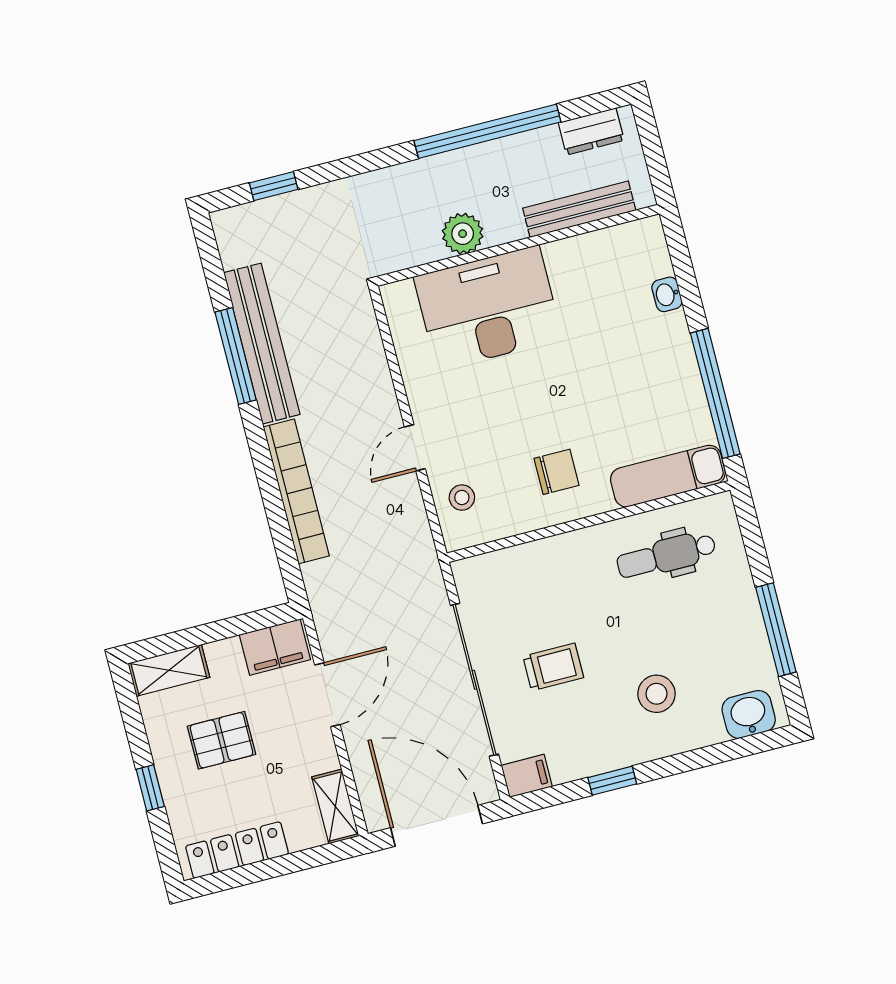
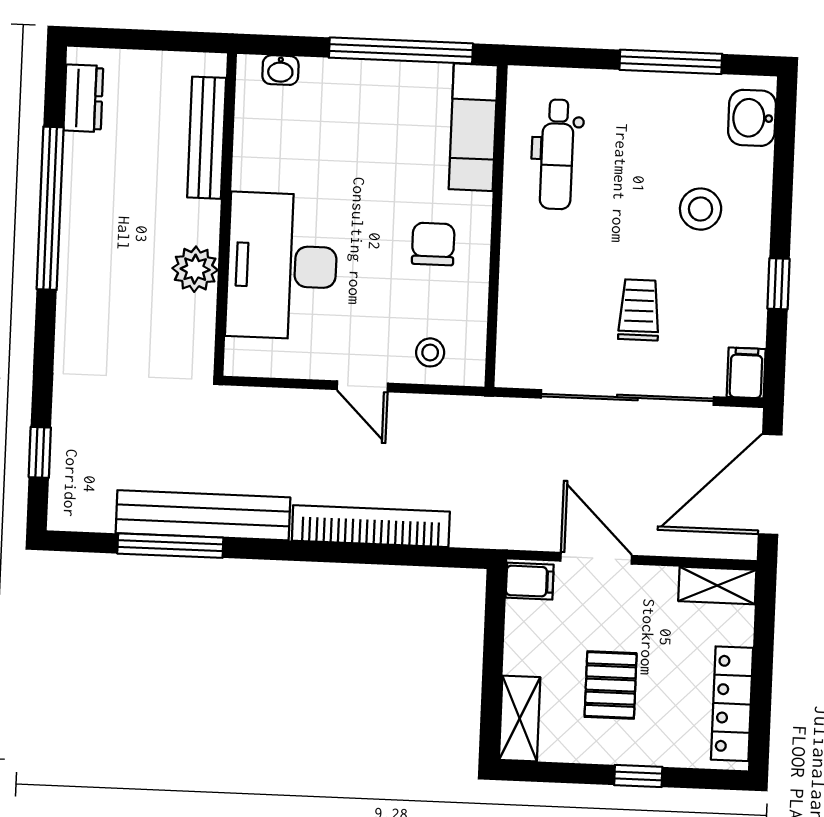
bench: (579, 209) -> (207, 138), moved
plant: (463, 234) -> (195, 269), moved
wall: (518, 245) -> (225, 215), moved
desk: (488, 308) -> (282, 266), moved
window: (236, 356) -> (170, 546), moved
filing cabinet: (275, 647) -> (530, 581), width x0.50

